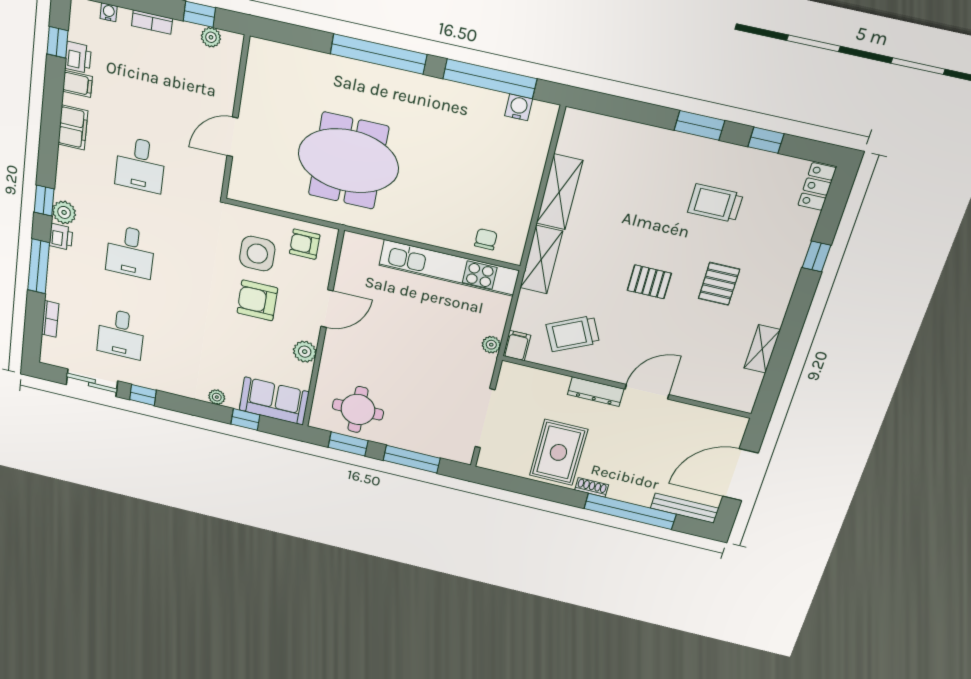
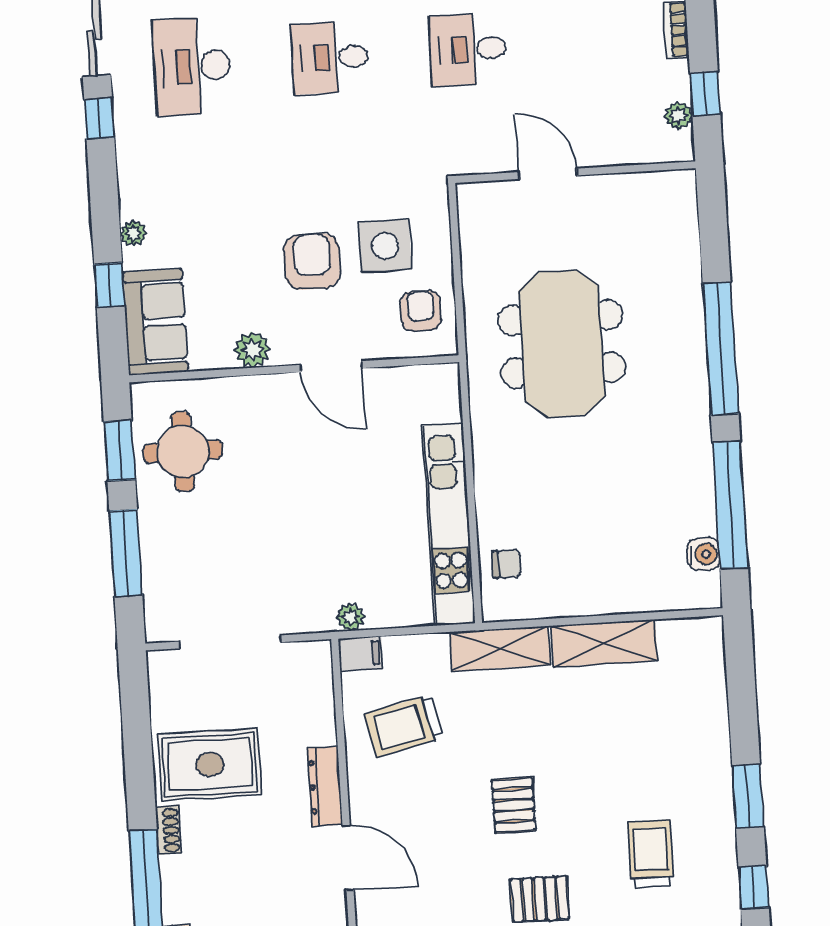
desk: (121, 334) -> (192, 66), width x1.37
trolley: (573, 334) -> (404, 726), turned -77

